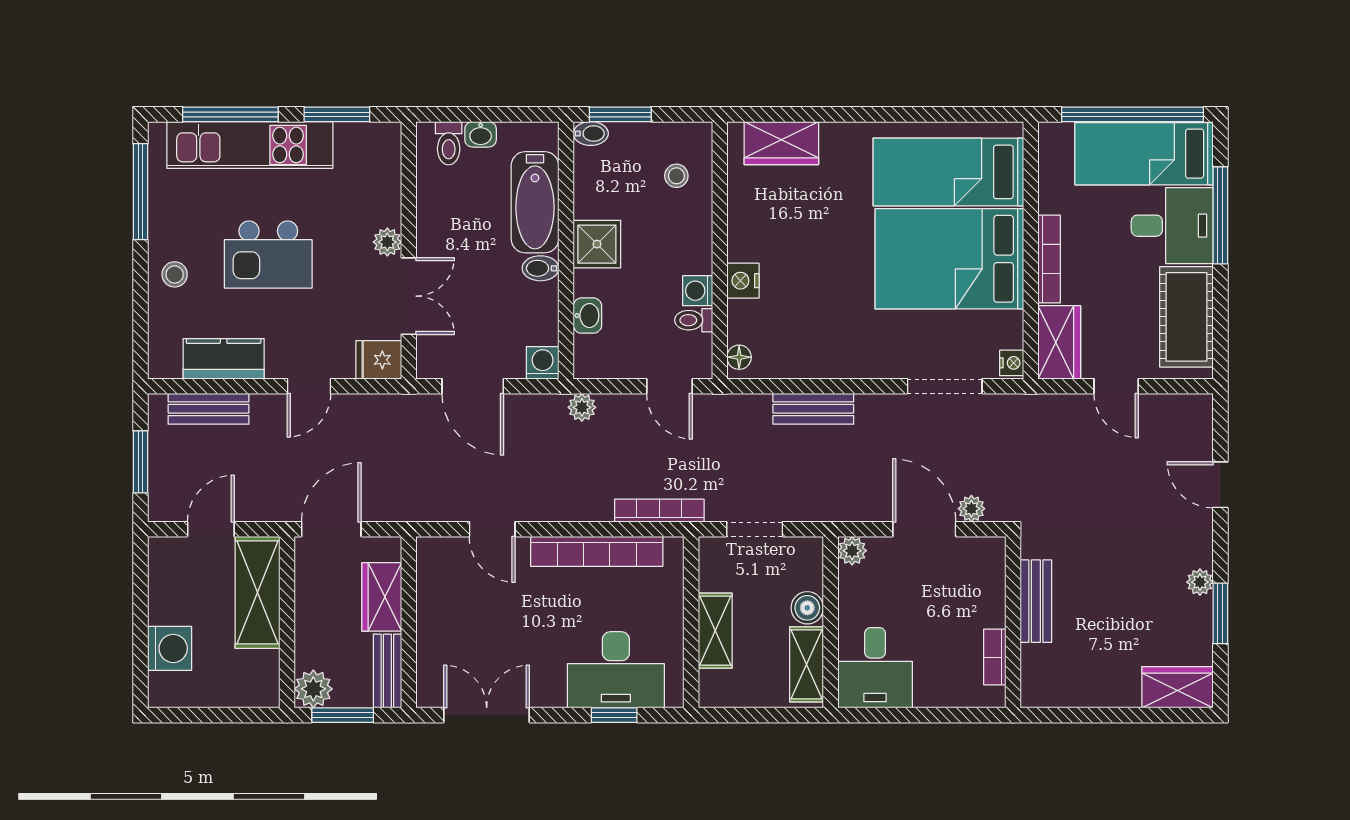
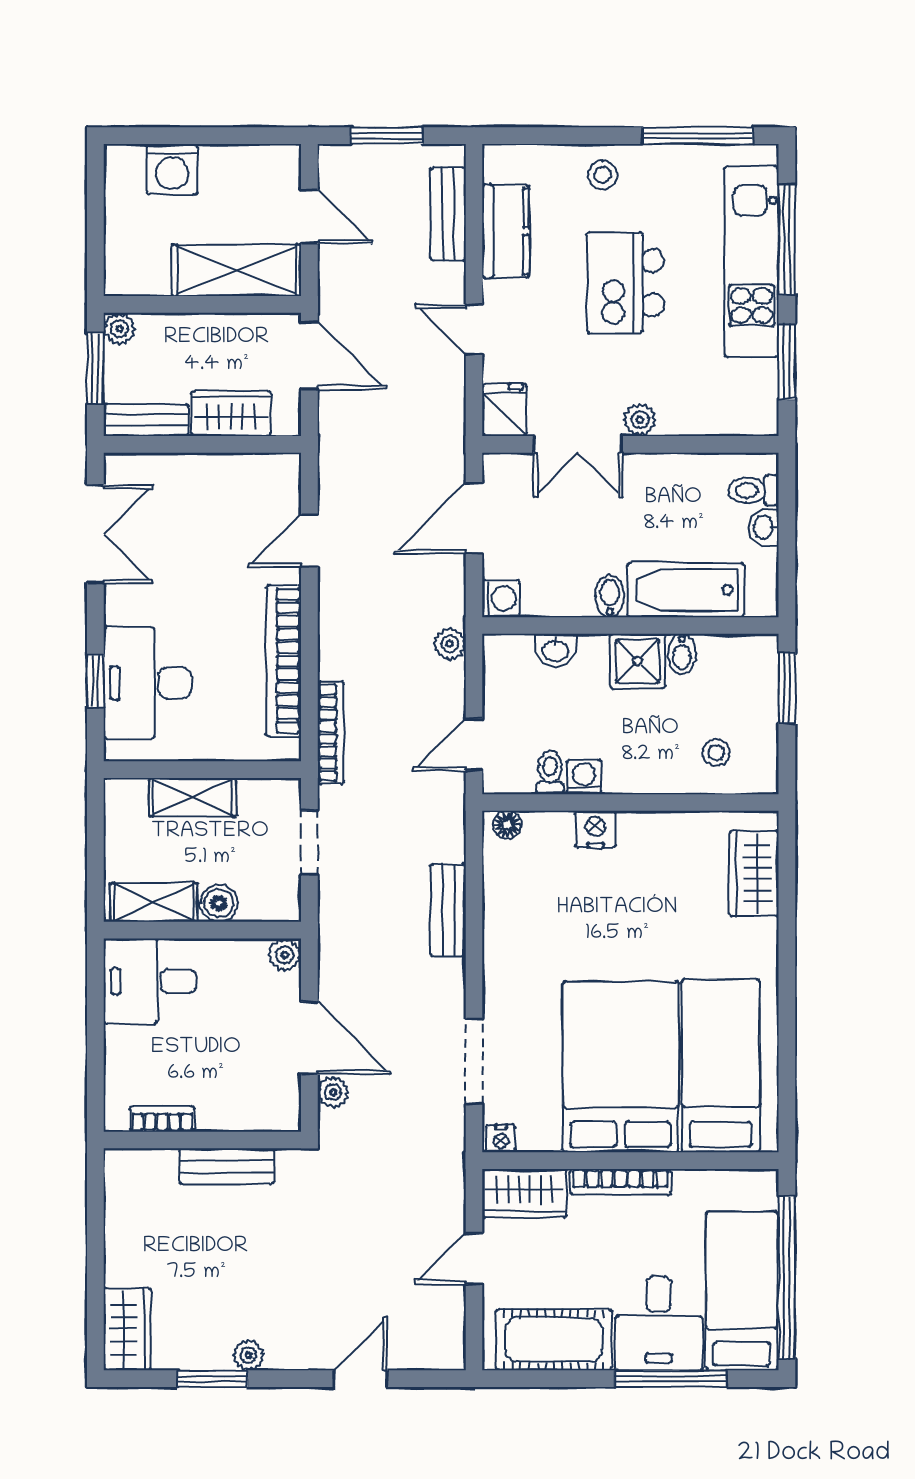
bidet: (591, 134) -> (682, 654), moved
door: (924, 529) -> (309, 1038), hinge flipped
plant: (313, 689) -> (120, 329), width x0.73, depth x0.73

